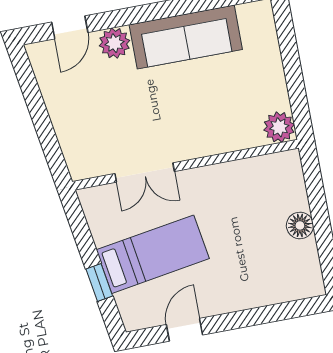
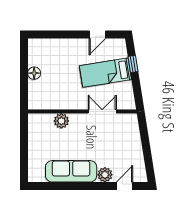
plant: (279, 127) -> (61, 121), moved

